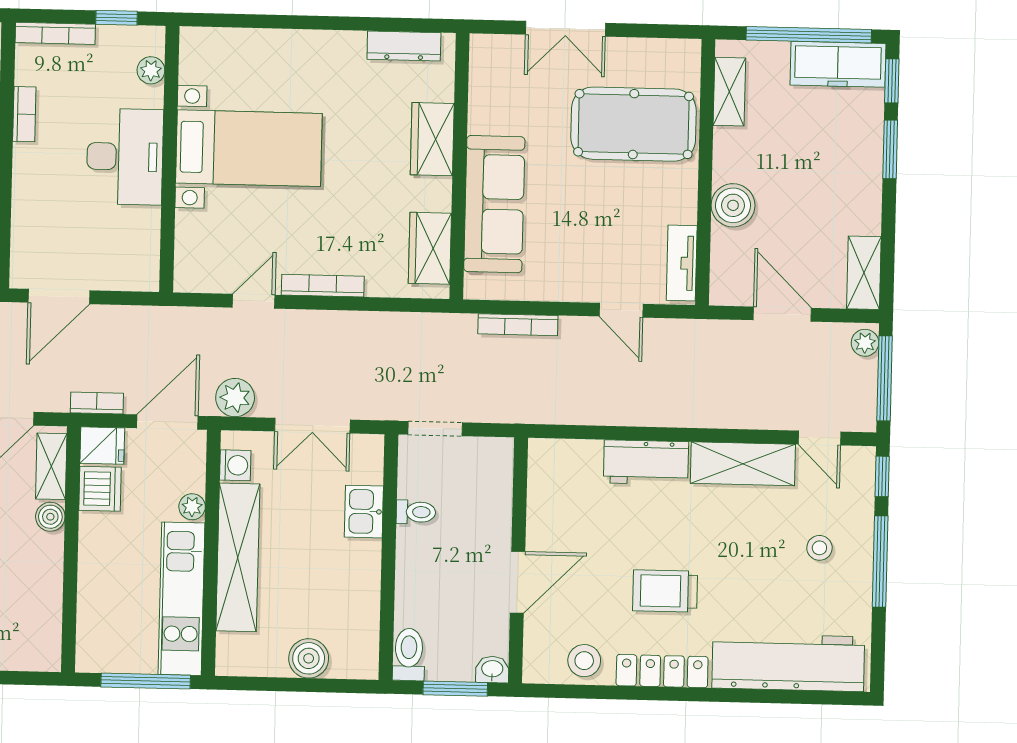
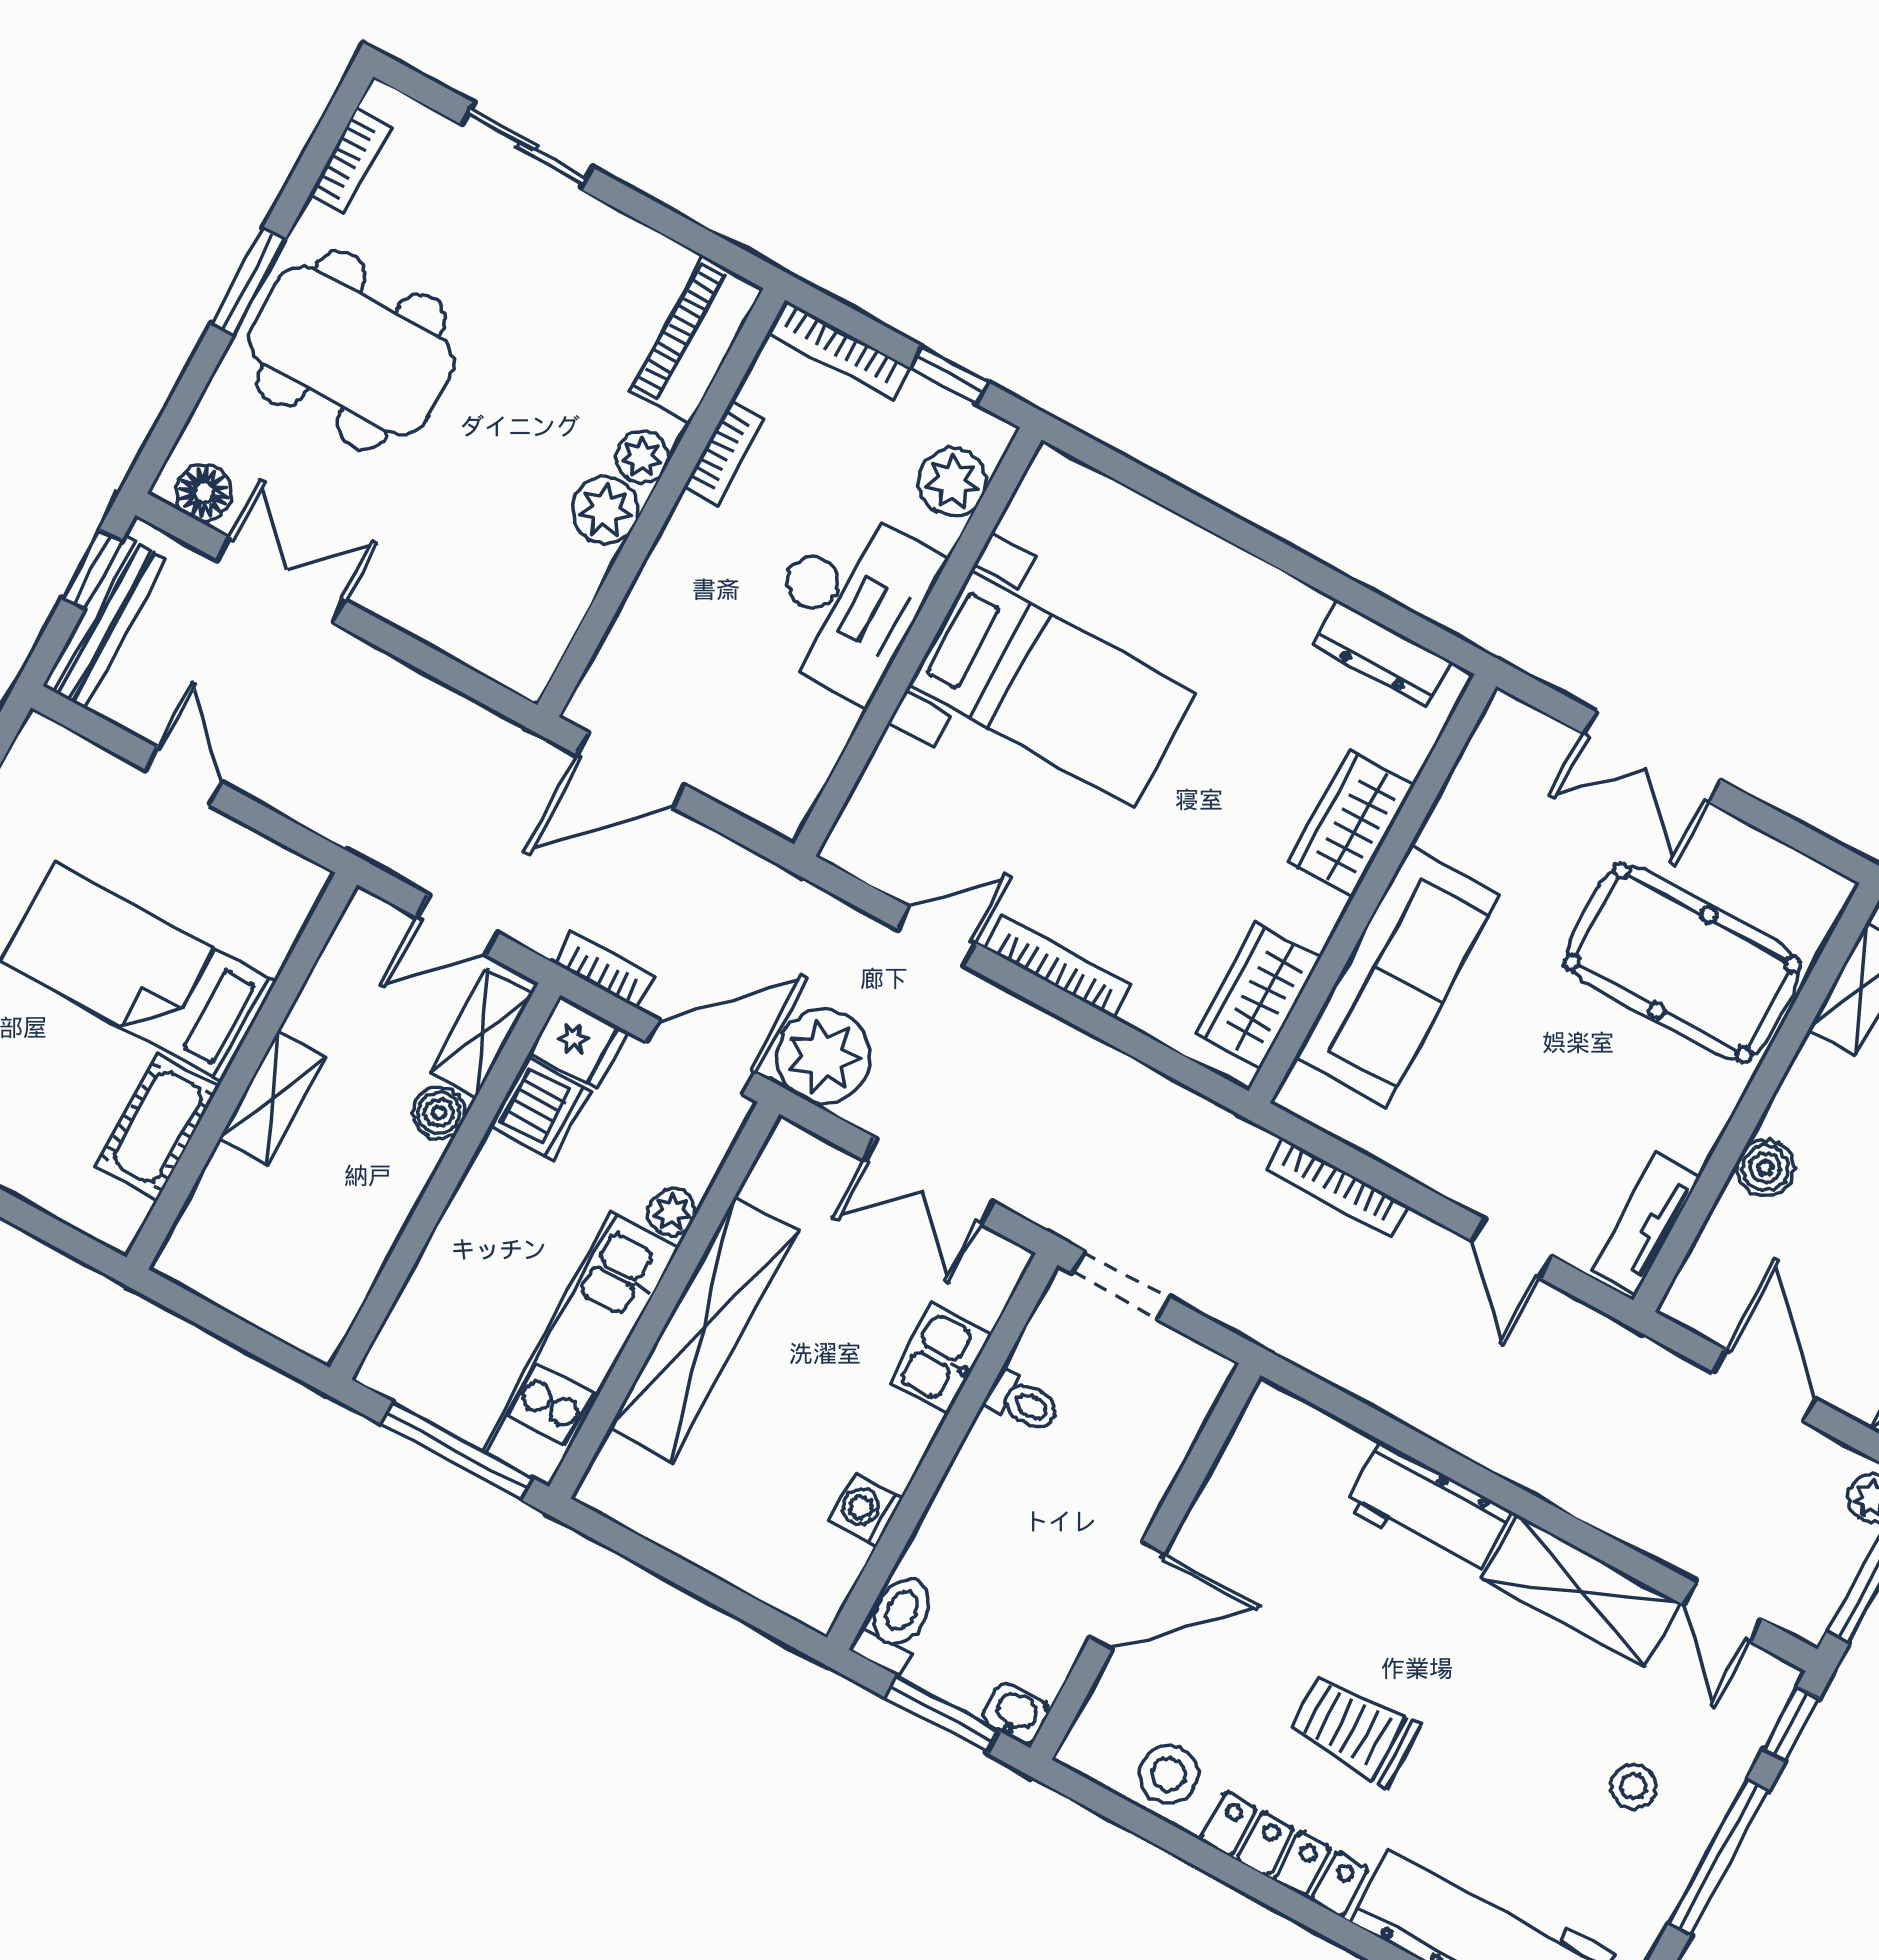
plant: (151, 70) -> (953, 482), width x1.38, depth x1.38
boiler: (733, 205) -> (1765, 1168), width x0.73, depth x0.73
plant: (235, 398) -> (824, 1057), width x1.36, depth x1.36
washing machine: (235, 465) -> (866, 1510), moved, turned 180
boiler: (309, 658) -> (734, 1547), removed

